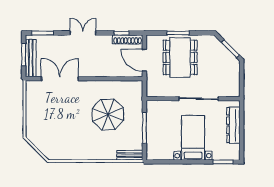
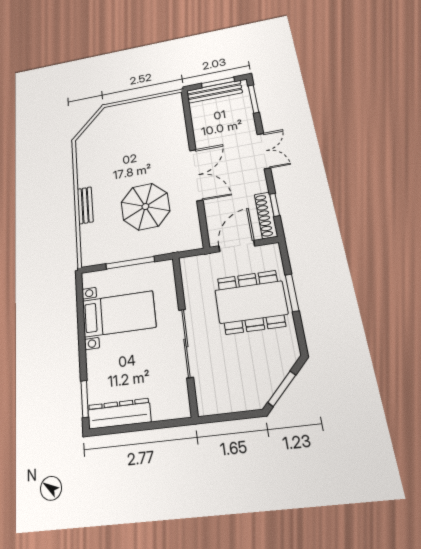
double door: (60, 79) -> (196, 175), moved
dresser: (233, 125) -> (119, 414), moved
bed with nightstands: (193, 138) -> (119, 314), moved
bench: (130, 155) -> (85, 205), moved

